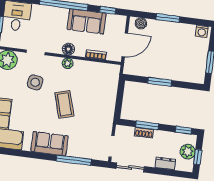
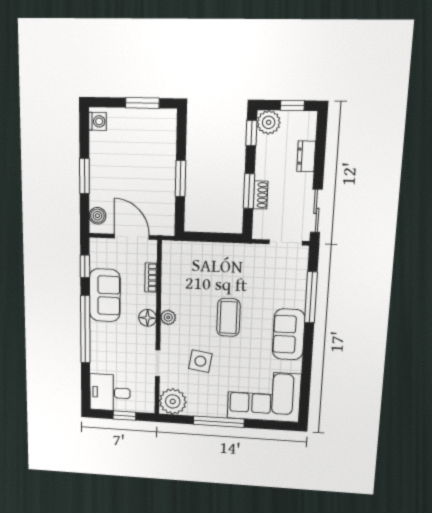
coffee table: (64, 104) -> (228, 317), turned -74
plant: (188, 152) -> (269, 122), moved

